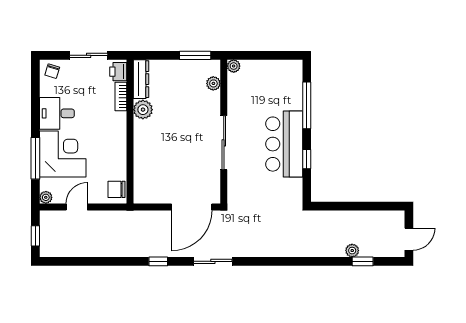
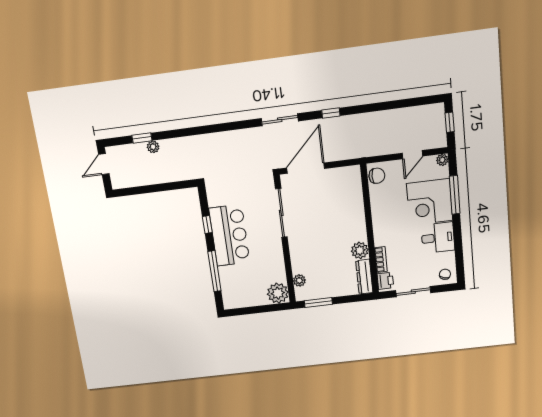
plant: (234, 66) -> (278, 293), width x1.88, depth x1.88
sliding door: (224, 143) -> (281, 213), moved

